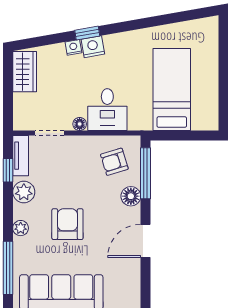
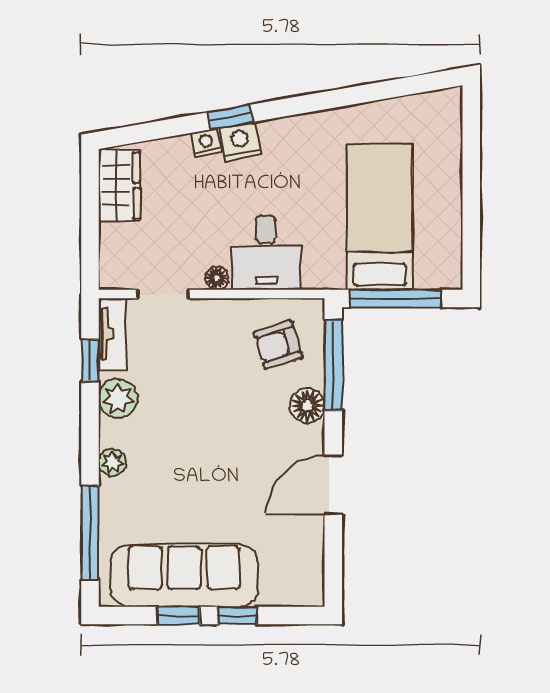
window: (181, 136) -> (396, 298), added
armchair: (67, 224) -> (195, 455), removed

